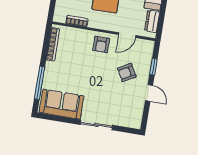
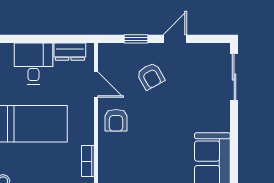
armchair: (101, 44) -> (116, 120), turned 90
sliding door: (96, 125) -> (234, 77), moved

